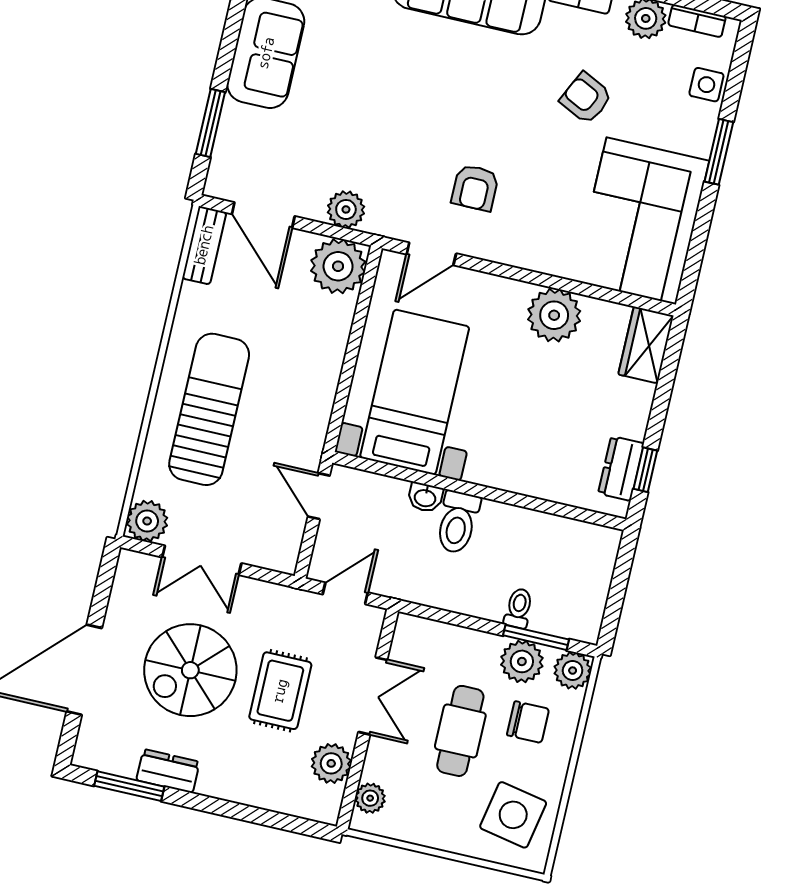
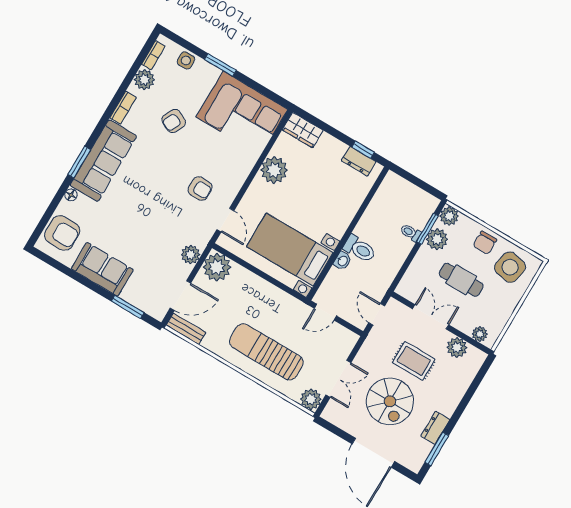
chair: (528, 722) -> (485, 243), moved, turned 180

